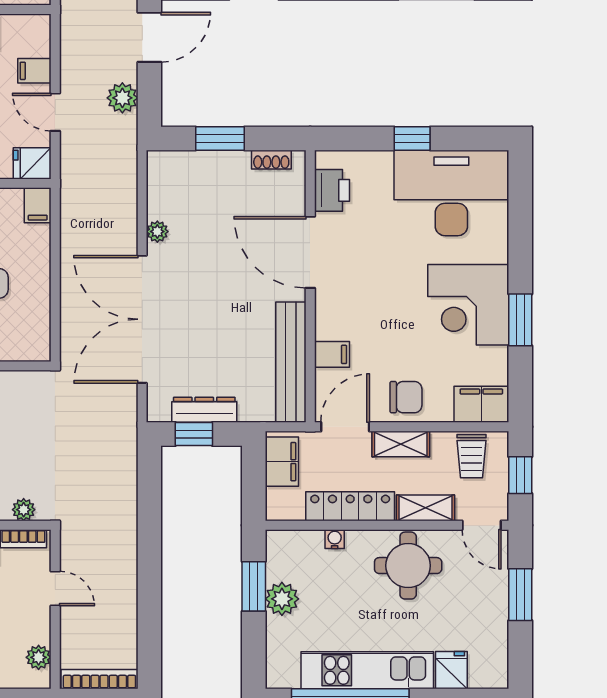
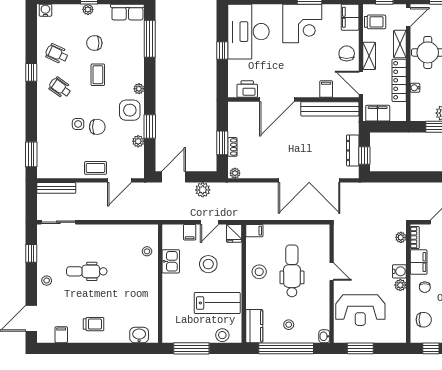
door: (149, 37) -> (173, 177), hinge flipped
shoe rack: (271, 160) -> (232, 147), moved
plant: (157, 232) -> (235, 173), moved

